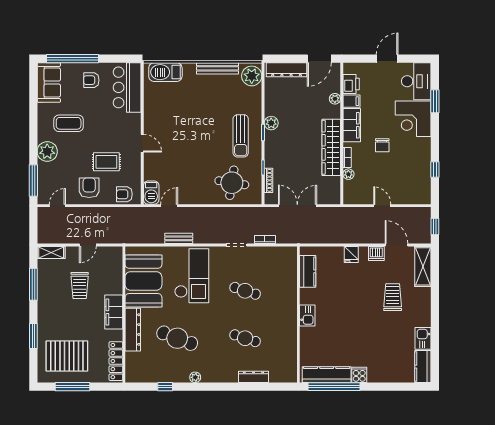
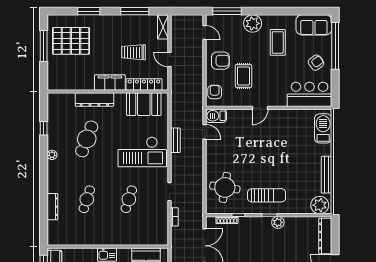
armchair: (91, 80) -> (316, 63), turned 53
sun lounger: (241, 136) -> (267, 195), turned 180
booth: (143, 281) -> (144, 104), width x0.73, depth x0.70
pallet: (67, 356) -> (71, 41), turned 90
locker: (116, 361) -> (144, 84), moved

